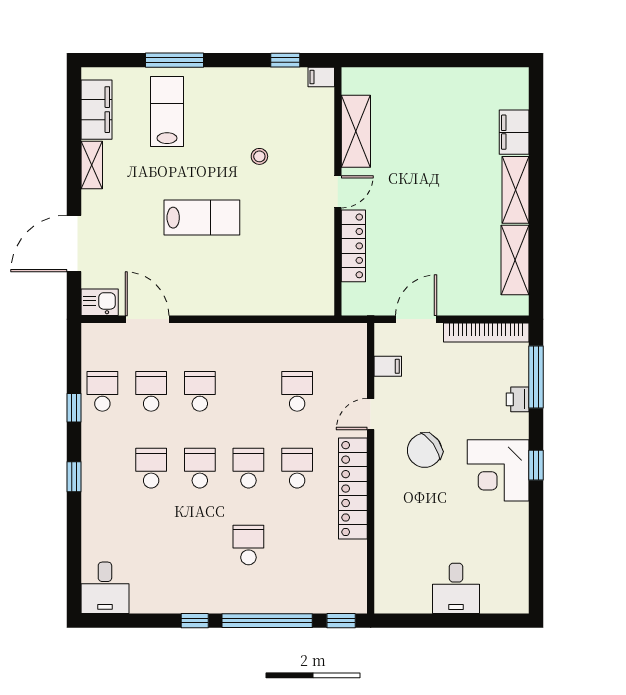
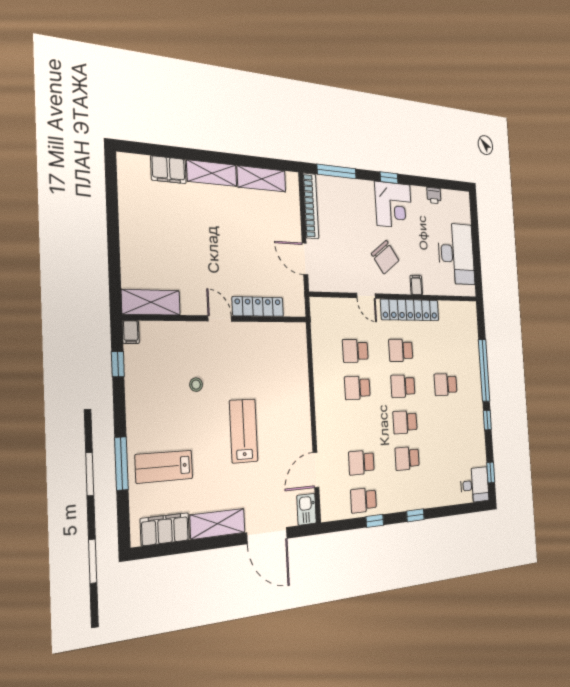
shelving: (356, 131) -> (151, 302), moved
shelving: (92, 165) -> (218, 524), width x1.50, depth x1.33
filing cabinet: (388, 366) -> (416, 285), moved
school desk: (200, 391) -> (357, 388), moved
printer: (518, 399) -> (434, 195), moved
desk: (456, 588) -> (456, 254), width x1.87, depth x1.30
window: (341, 621) -> (491, 472), moved

